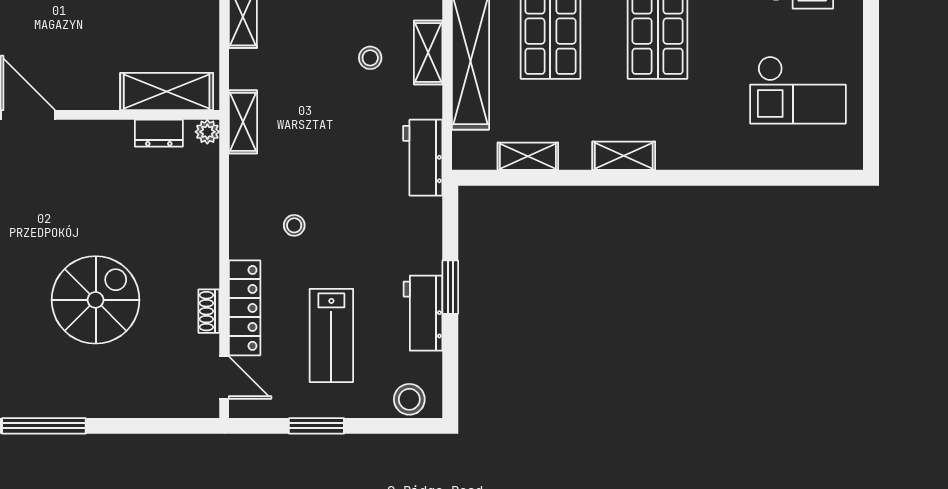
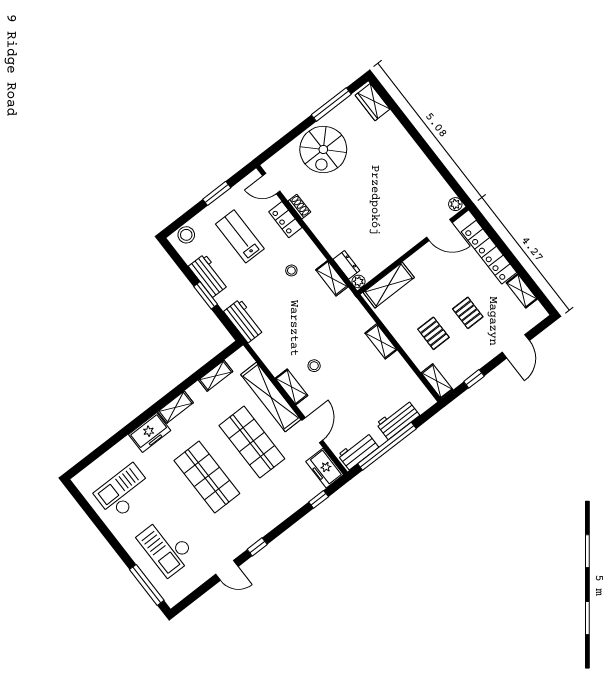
shelving: (243, 122) -> (332, 278), moved
dresser: (159, 133) -> (346, 265), moved, turned 90
freezer: (691, 148) -> (150, 432), added
workbench: (423, 158) -> (244, 321), moved
spiral stairs: (96, 300) -> (323, 149), moved
locker: (245, 308) -> (285, 220), width x0.66

